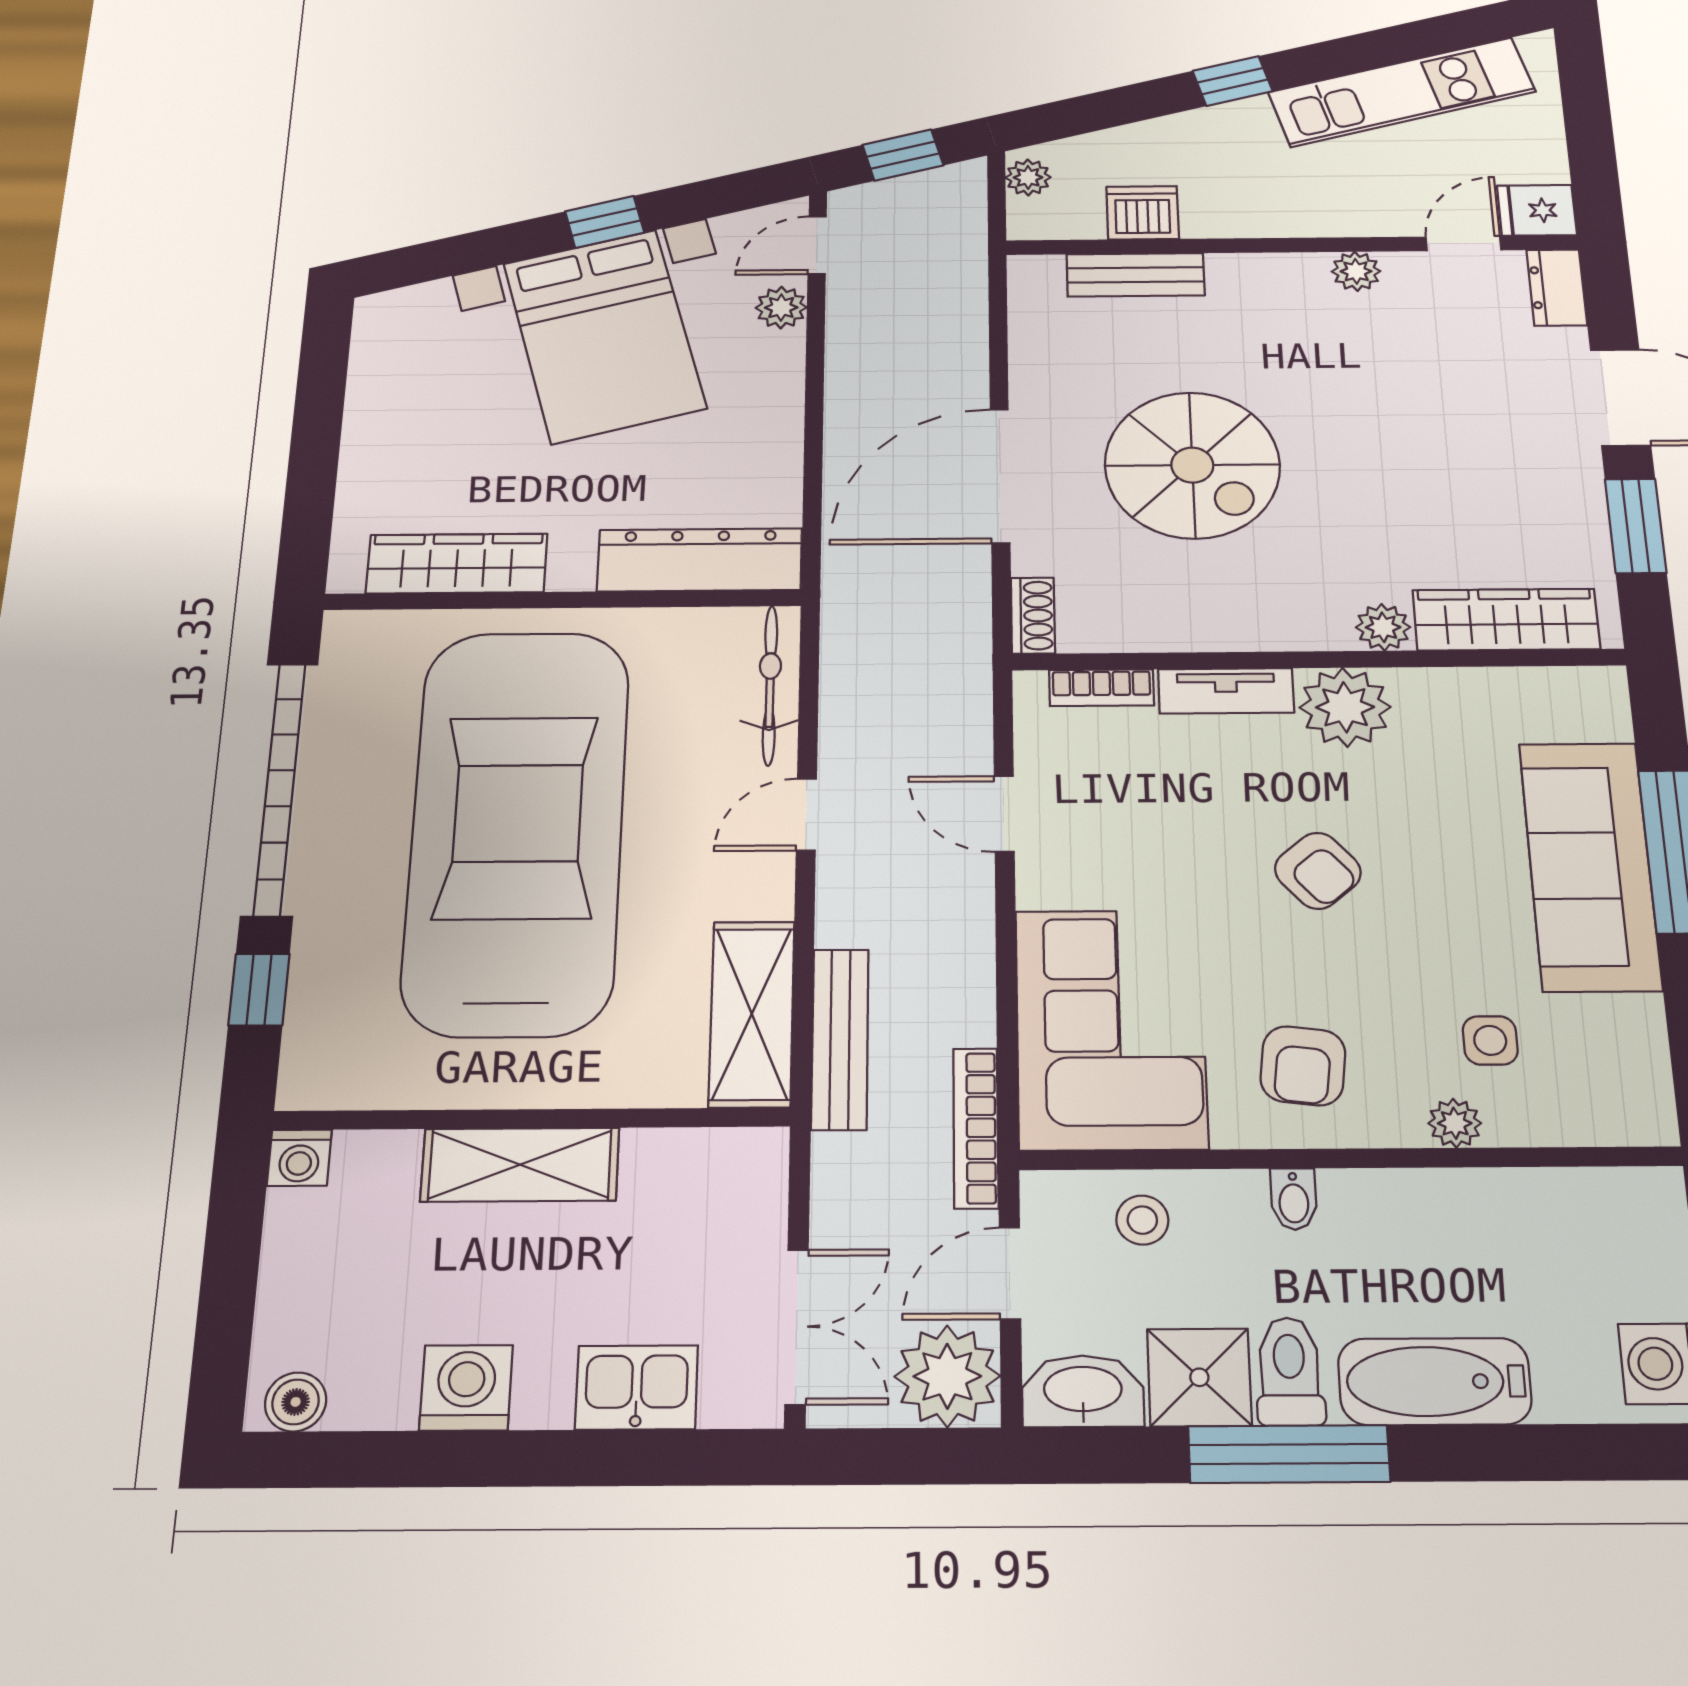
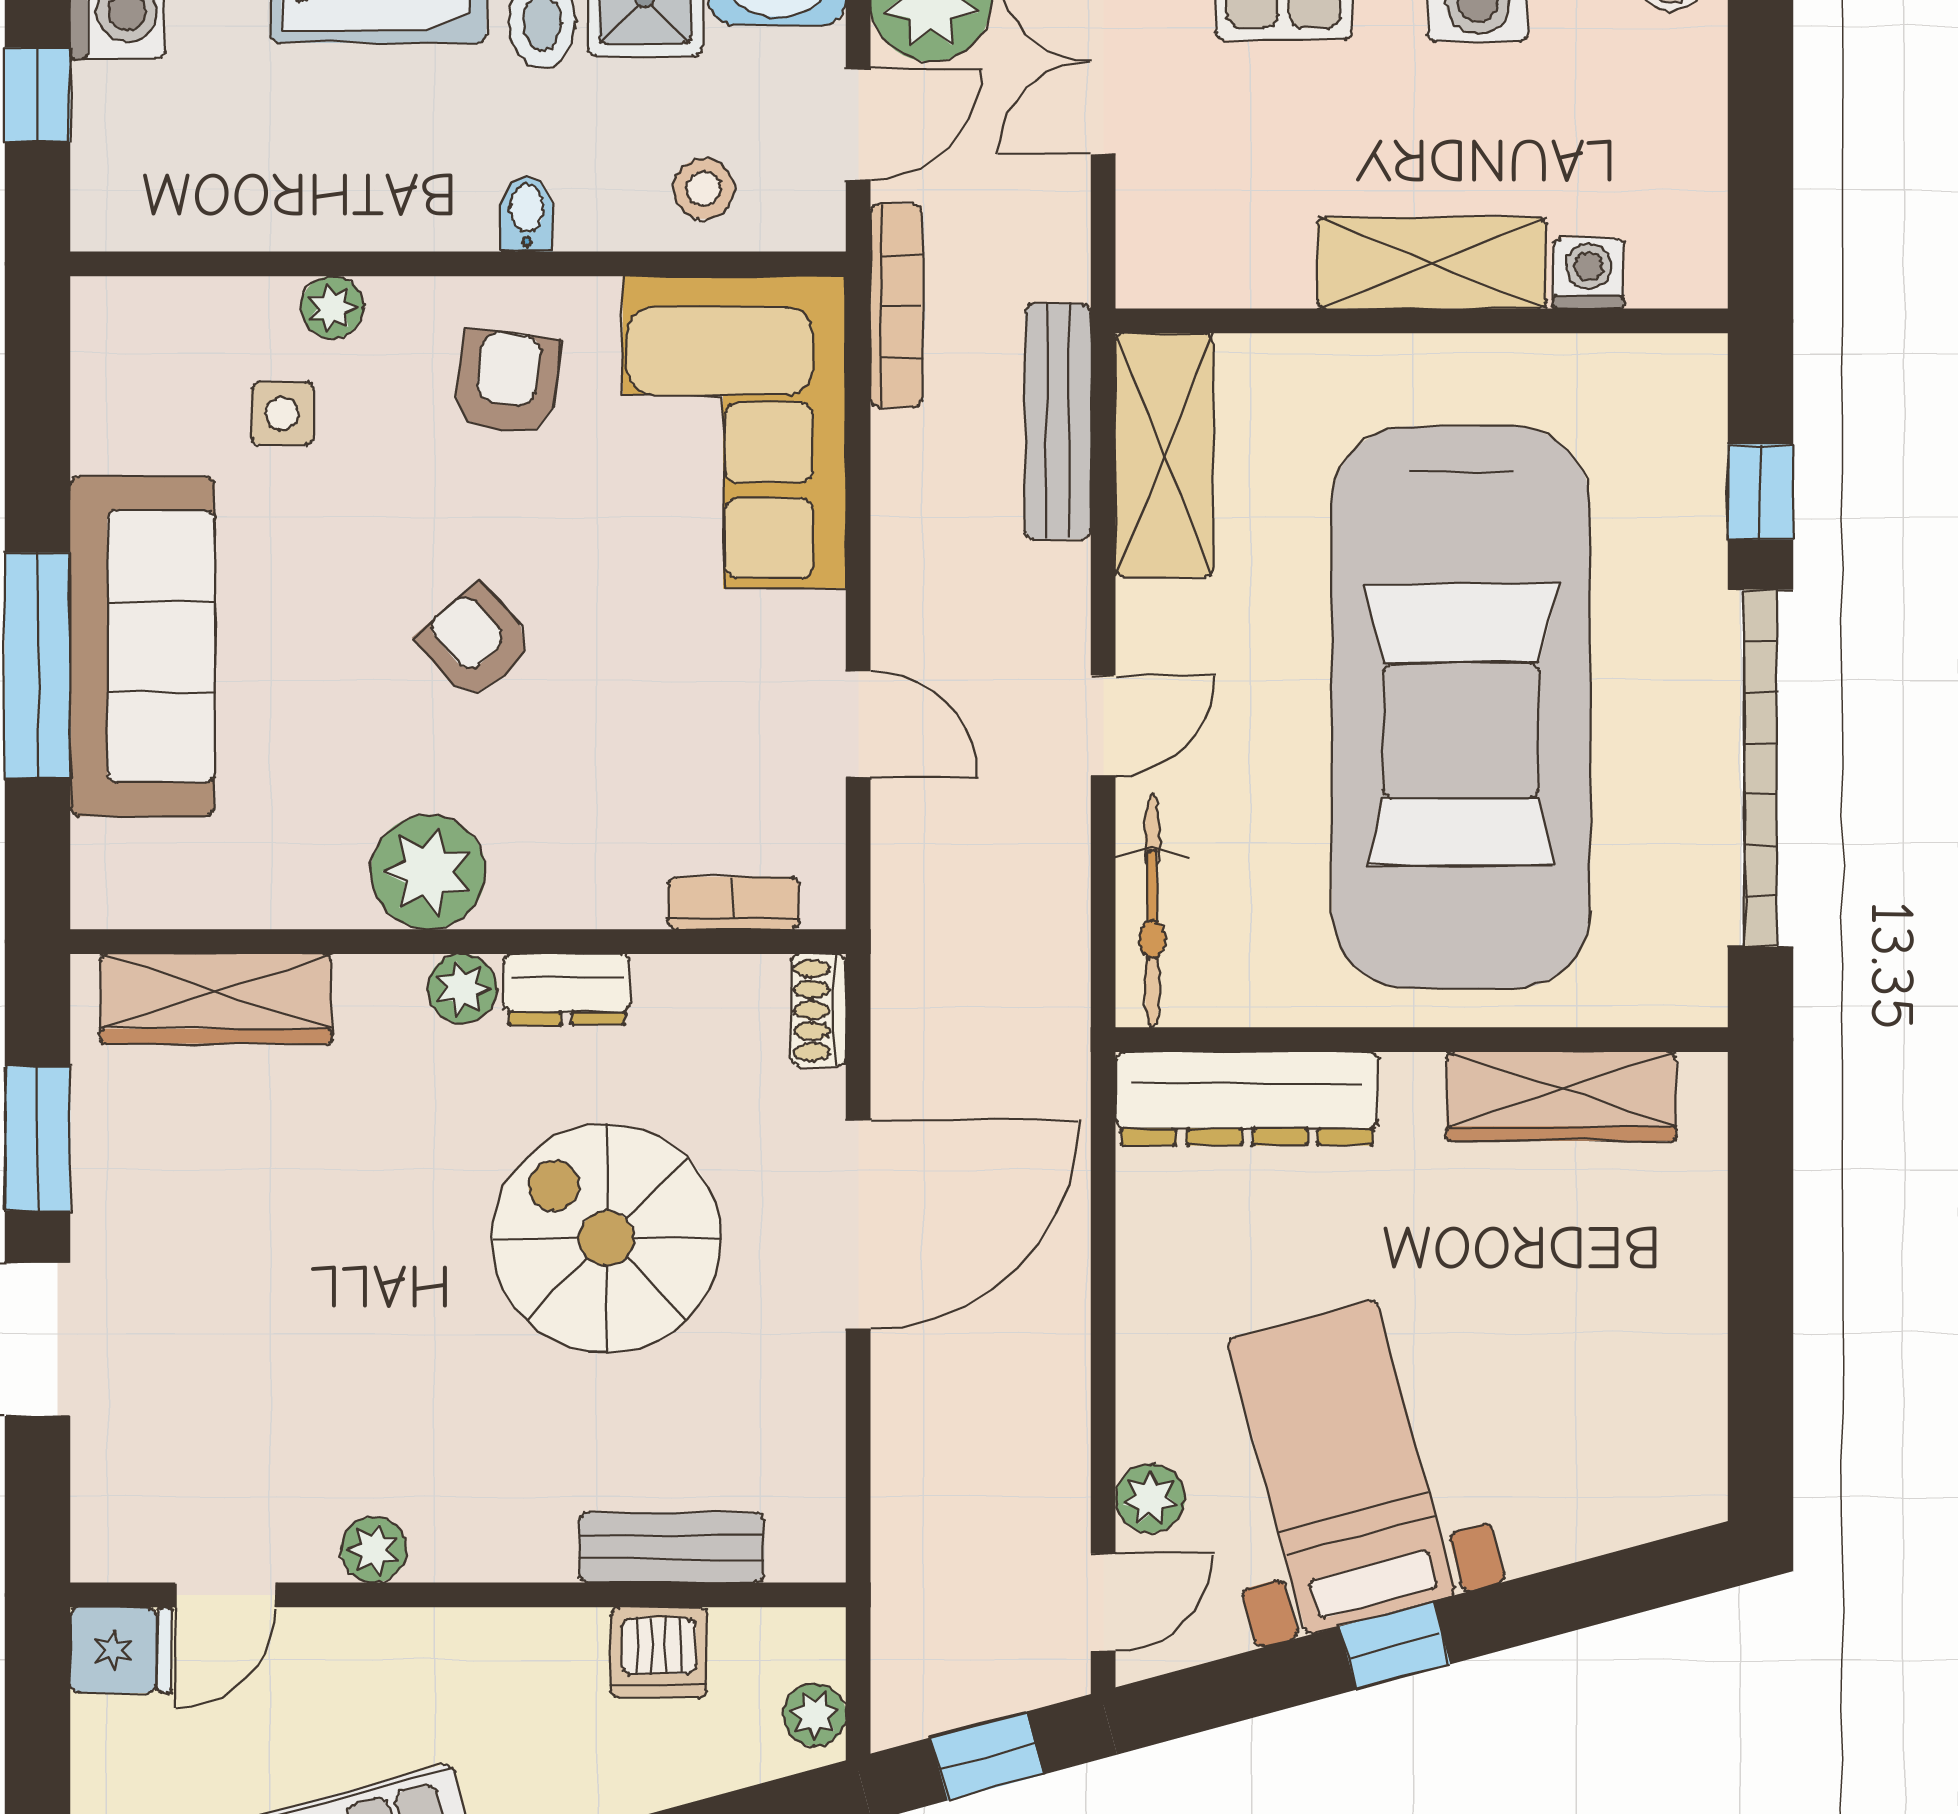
dresser: (1557, 288) -> (567, 989), moved, turned 90
bed with nightstands: (604, 336) -> (1342, 1467), width x0.73
plant: (1383, 627) -> (462, 989), moved
tv unit: (1226, 691) -> (577, 897), removed
washing machine: (299, 1158) -> (1588, 273), moved

